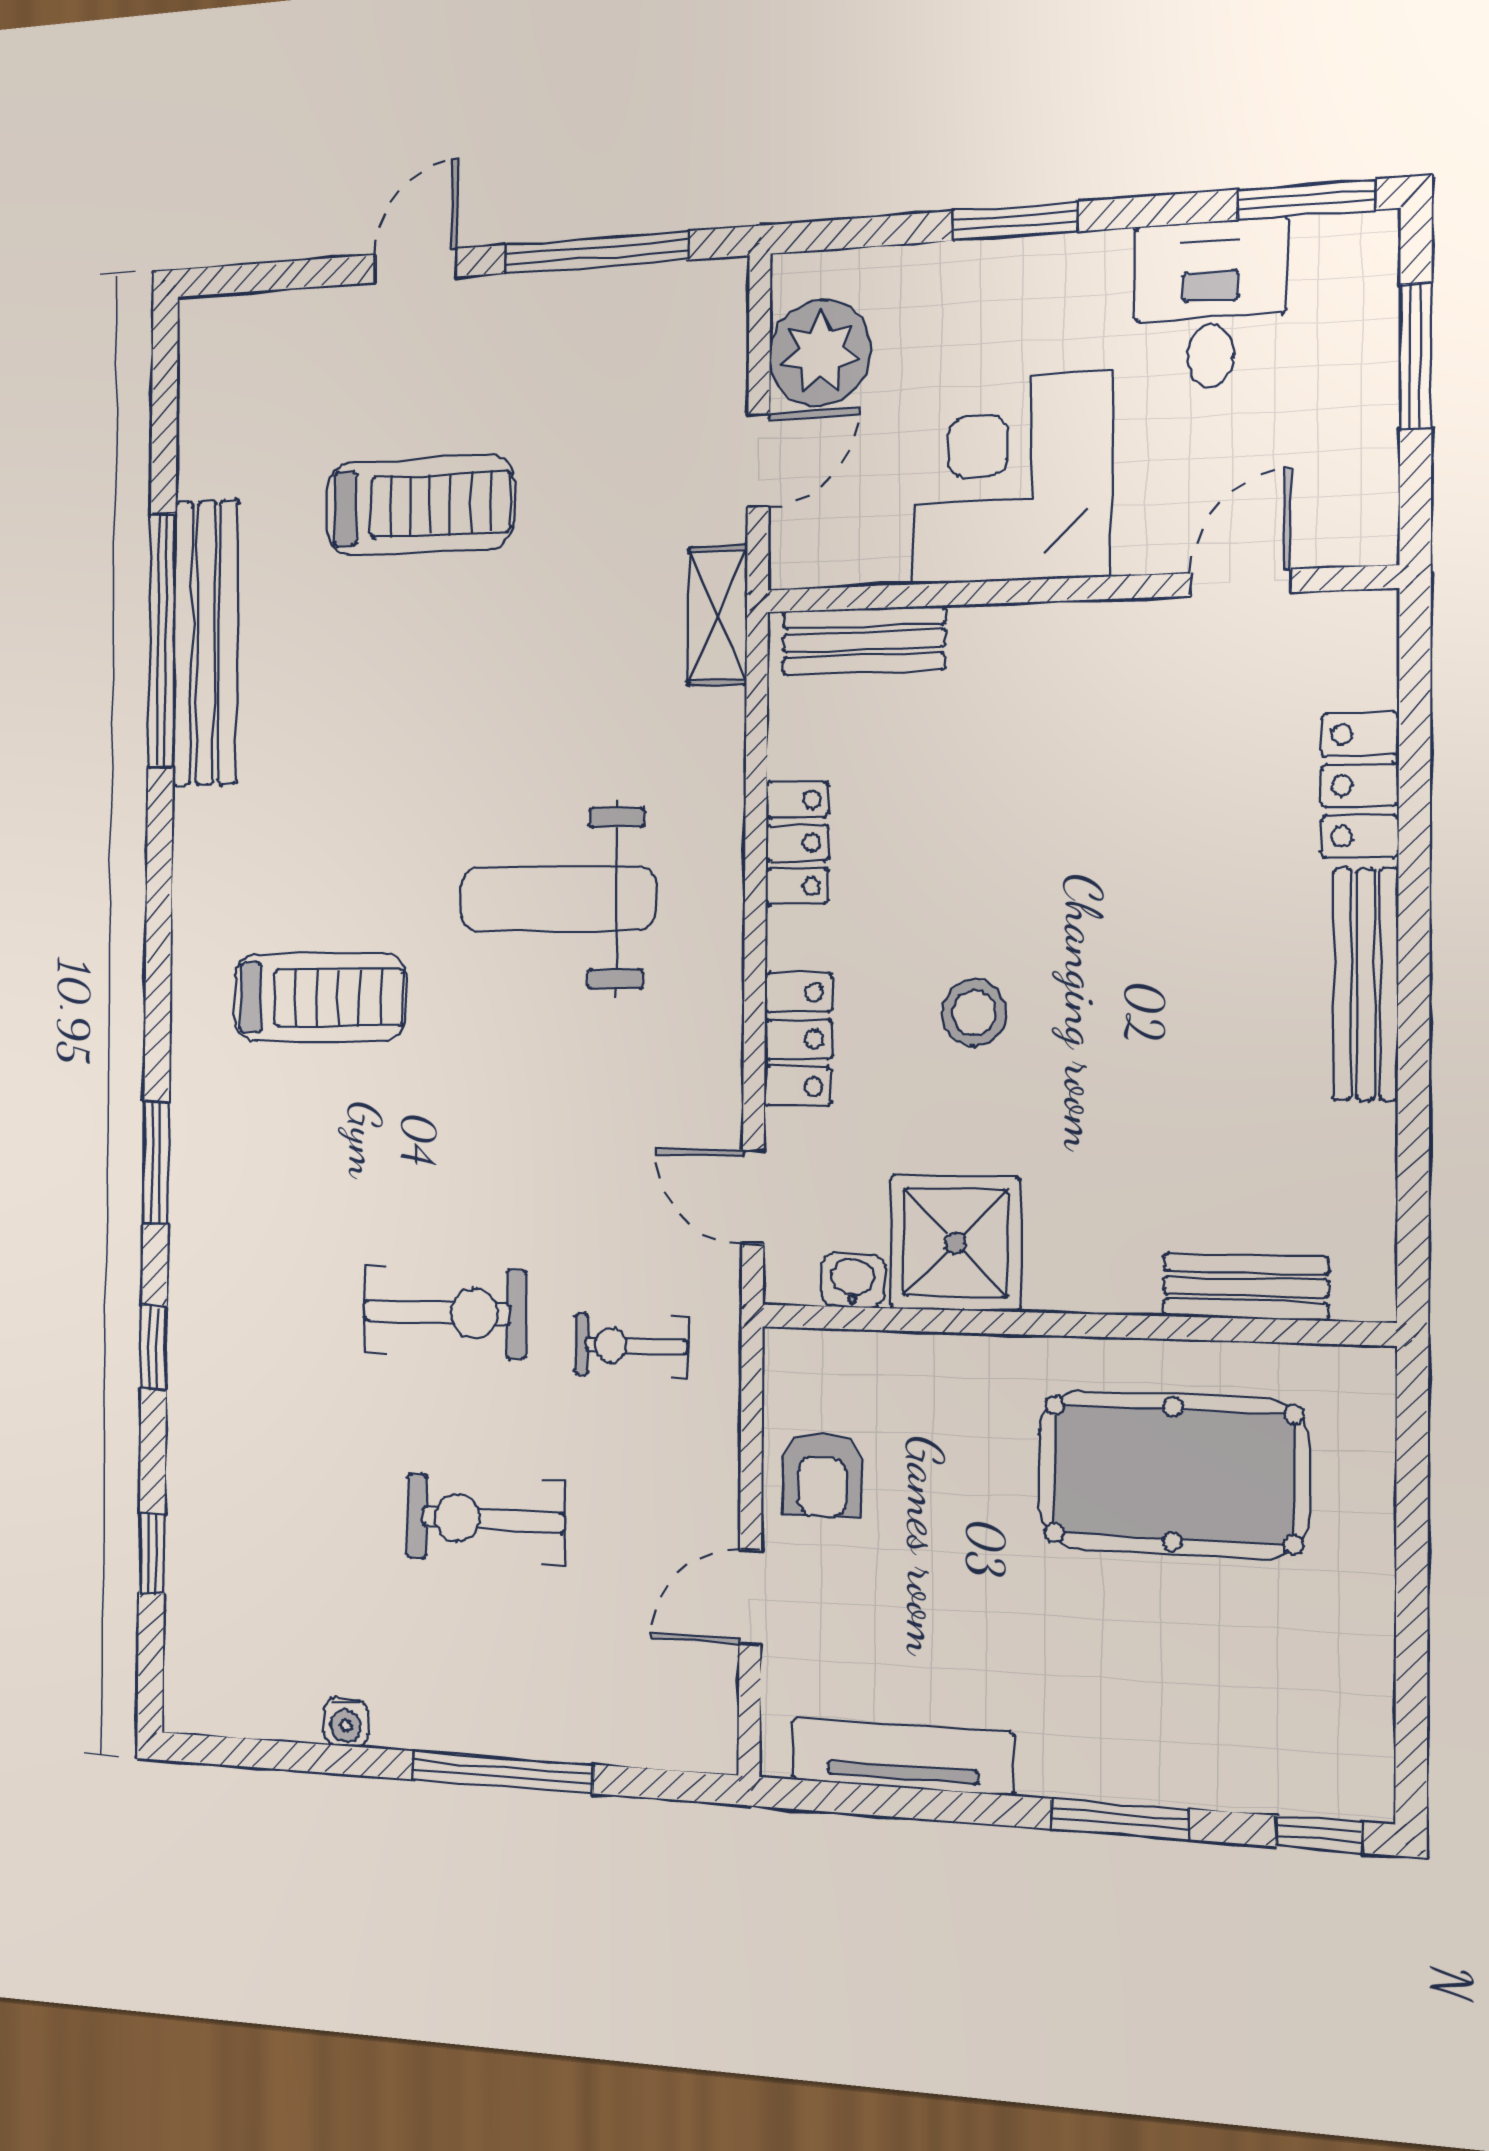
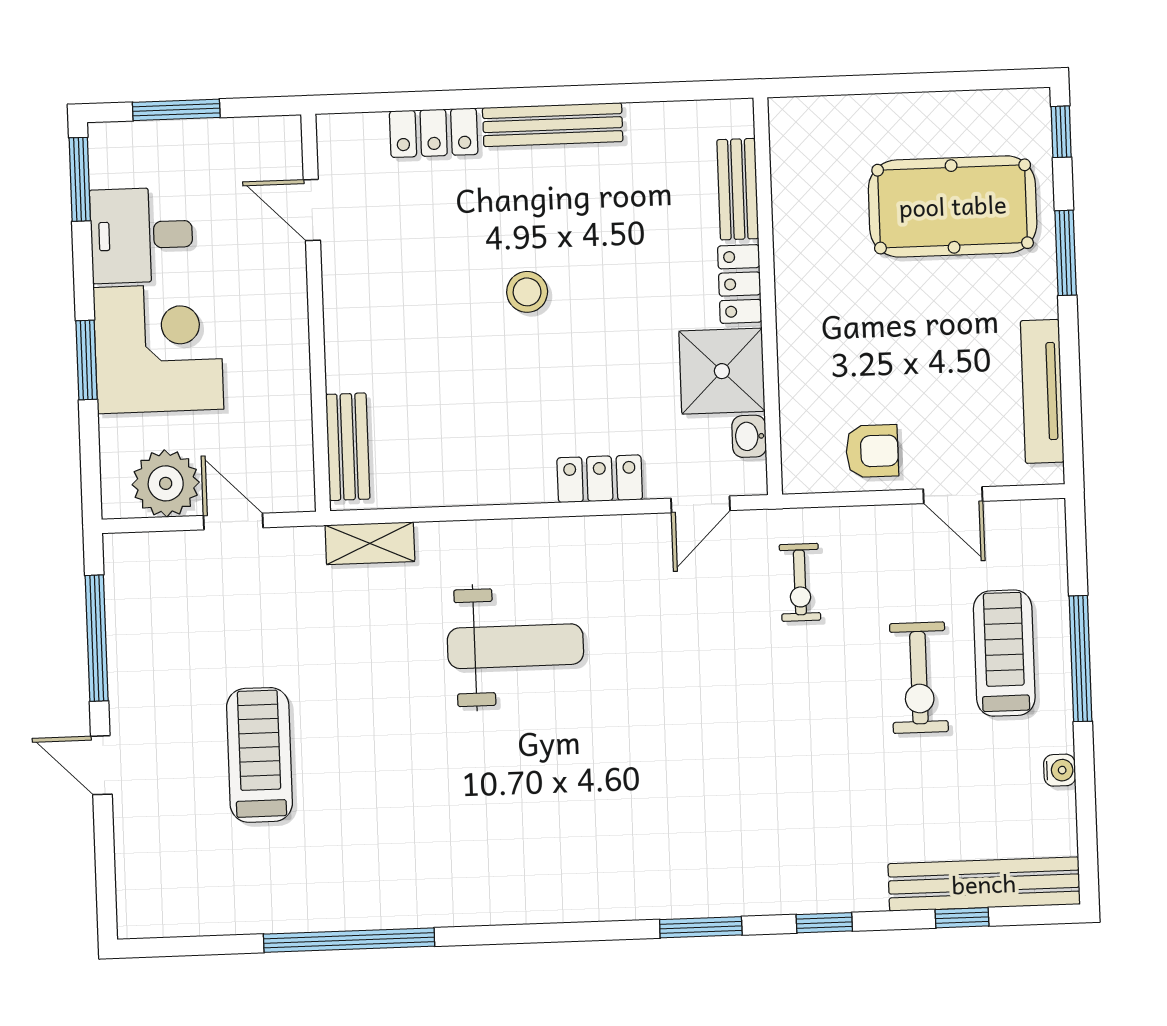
corner desk: (1012, 479) -> (158, 348), moved, turned 180
shelving: (717, 616) -> (370, 543), moved
bench: (206, 643) -> (984, 884), moved
locker: (797, 843) -> (740, 284), moved, turned -90
weight bench: (557, 899) -> (515, 646), turned -90
treadmill: (320, 997) -> (1004, 653), moved
stool: (974, 1013) -> (527, 292), moved
exercise bike: (445, 1312) -> (787, 712), removed
pool table: (1173, 1474) -> (953, 206), moved, turned 90

